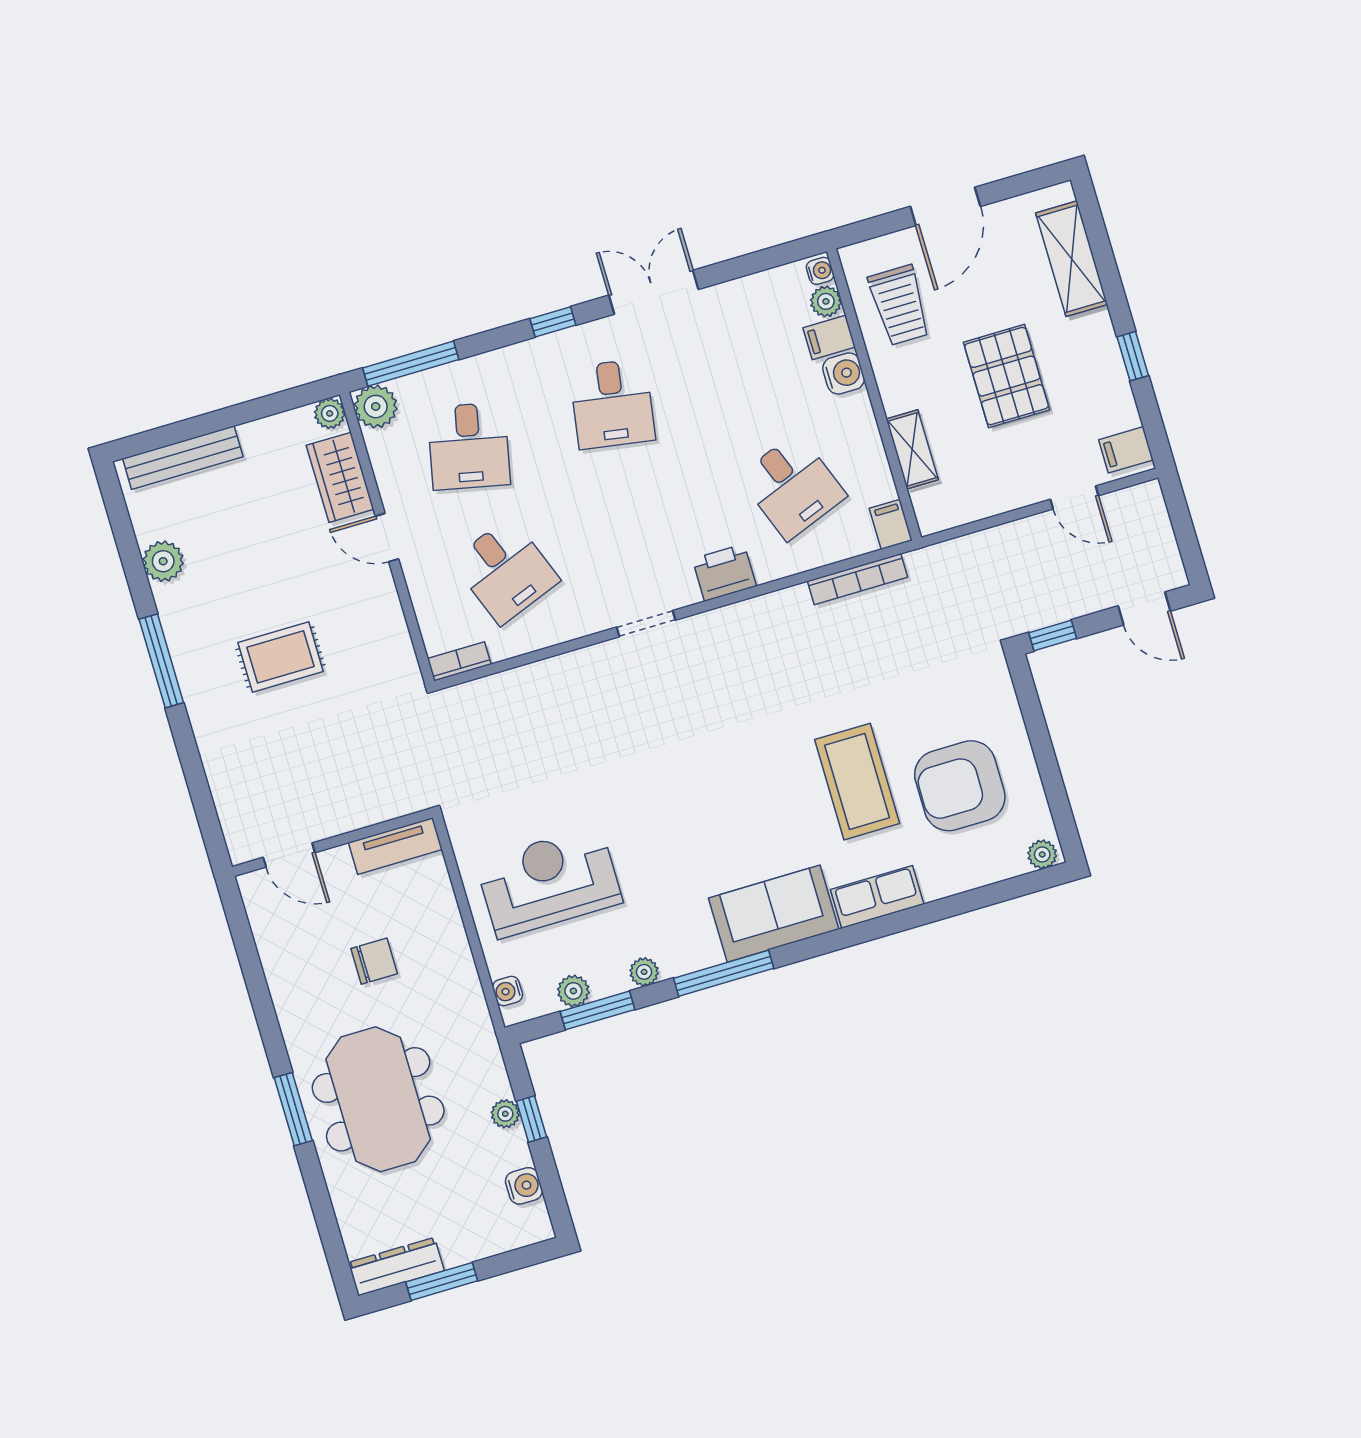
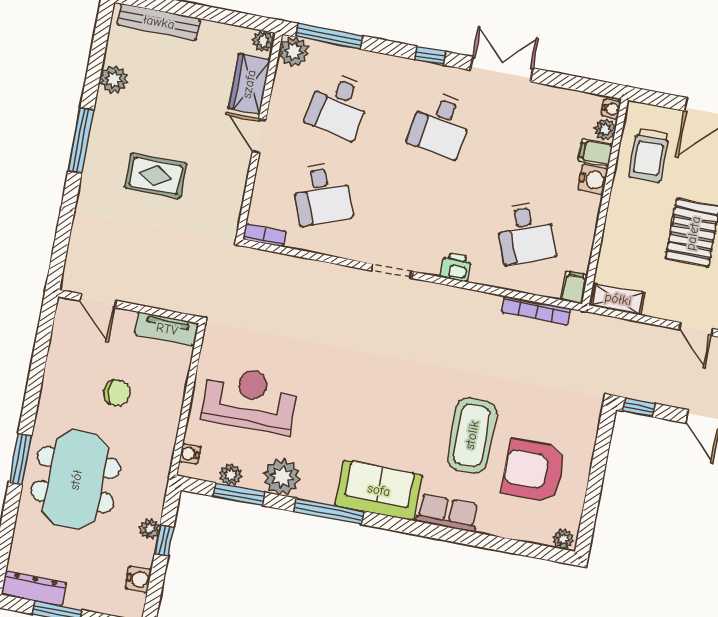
shelving: (912, 449) -> (618, 299), moved, turned 90
printer: (724, 572) -> (456, 267), width x0.73, depth x0.81
plant: (644, 972) -> (282, 477), width x1.87, depth x1.87

